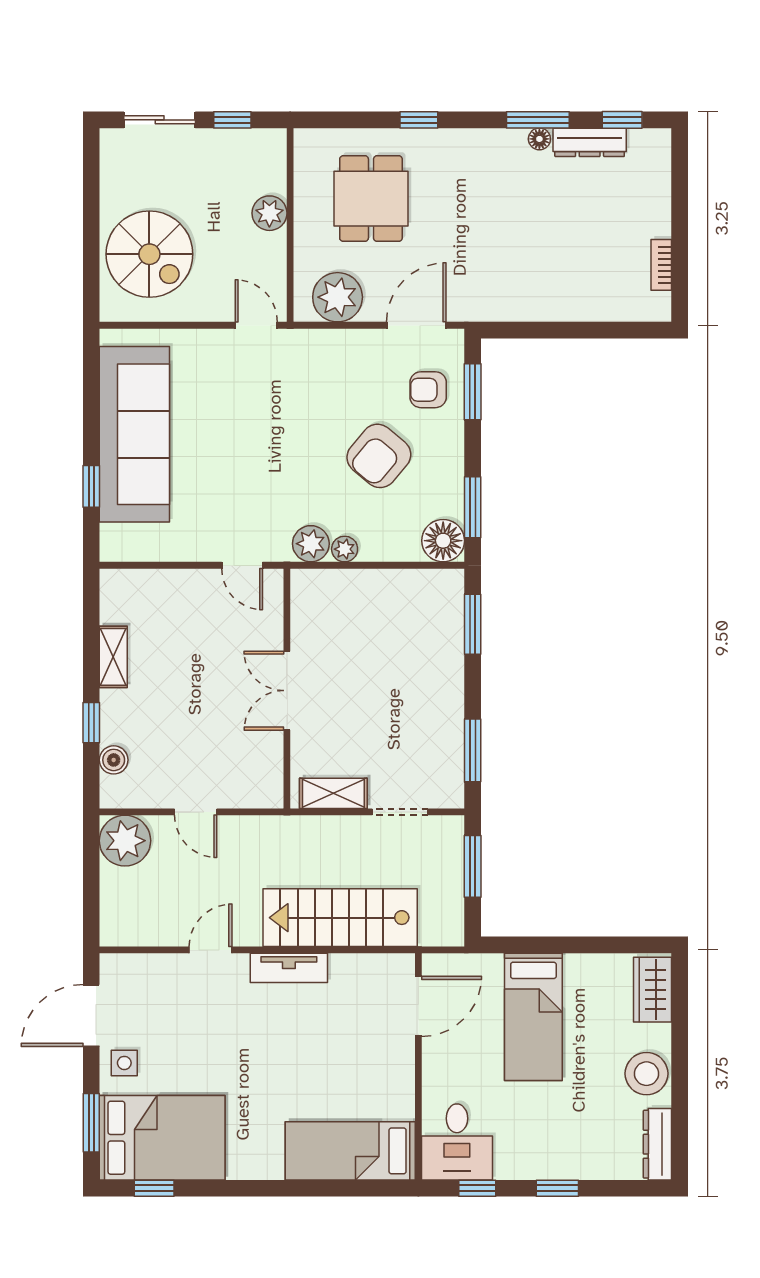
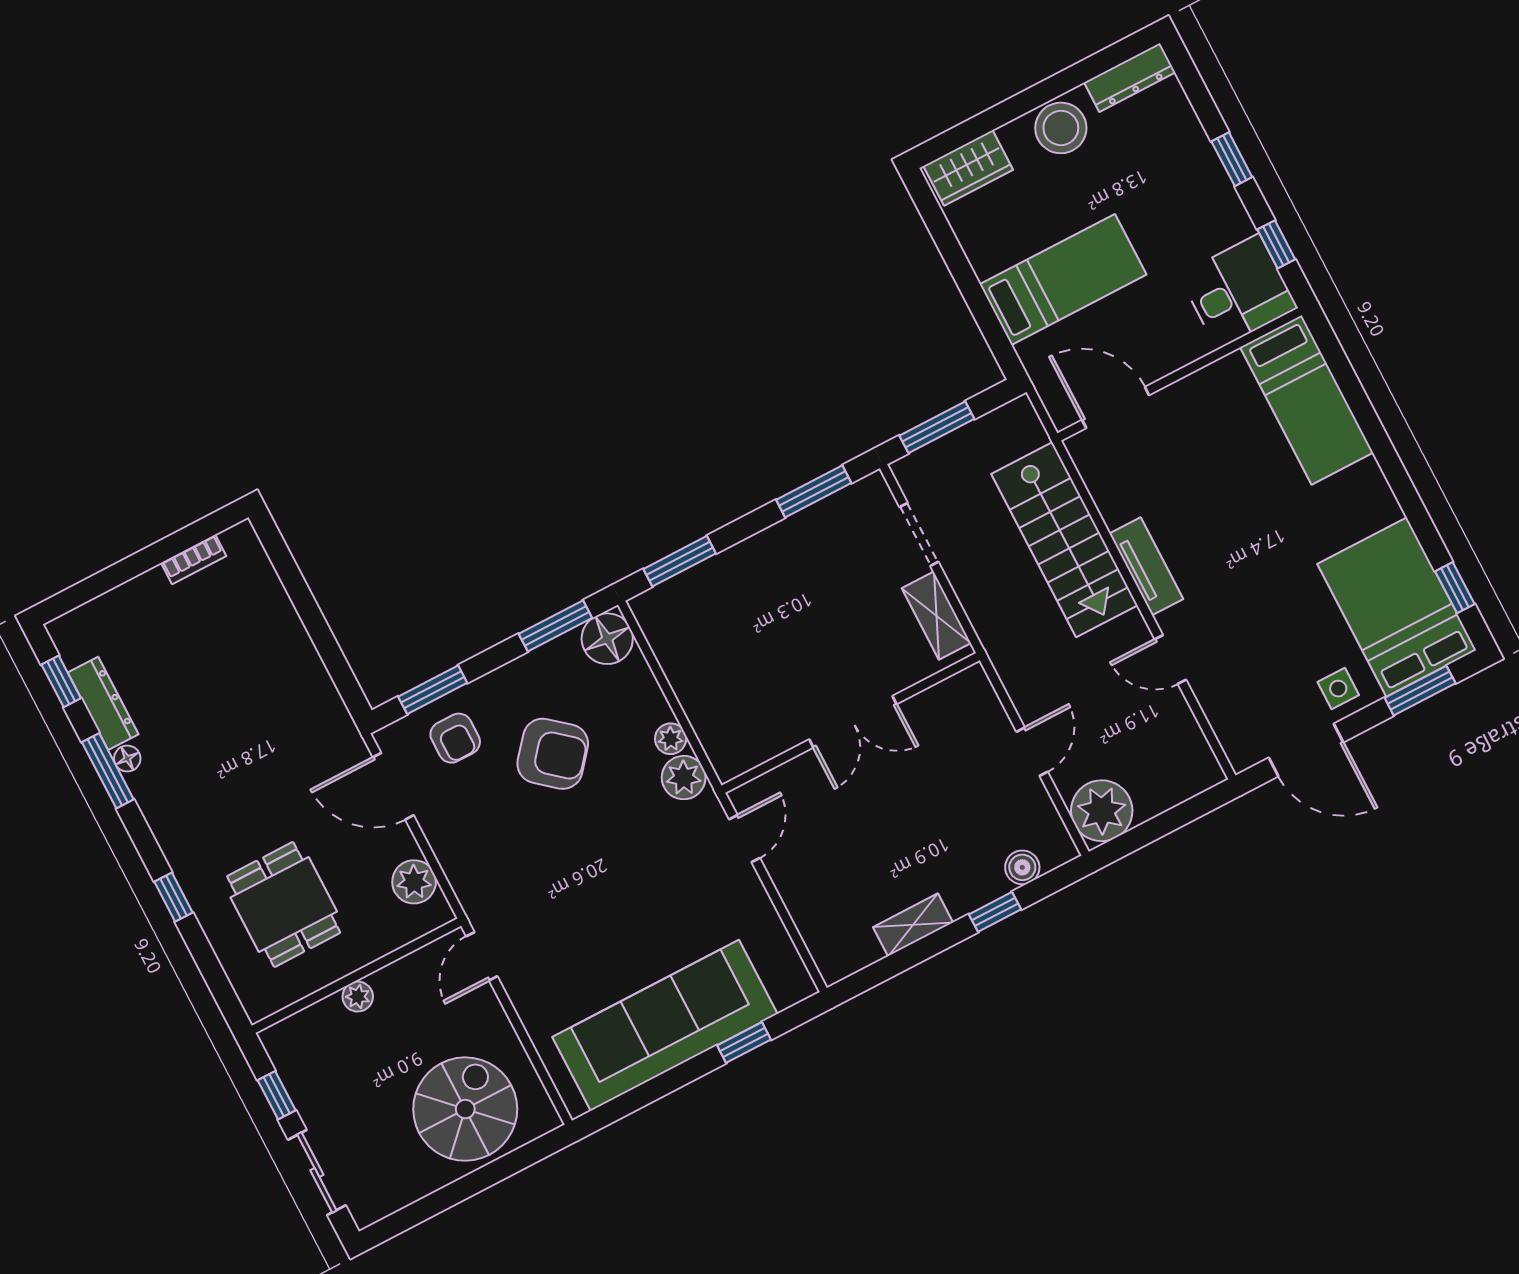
dining table: (371, 199) -> (284, 905), turned 90
plant: (269, 213) -> (358, 997), width x0.73, depth x0.73
plant: (338, 297) -> (414, 882), width x0.73, depth x0.73

